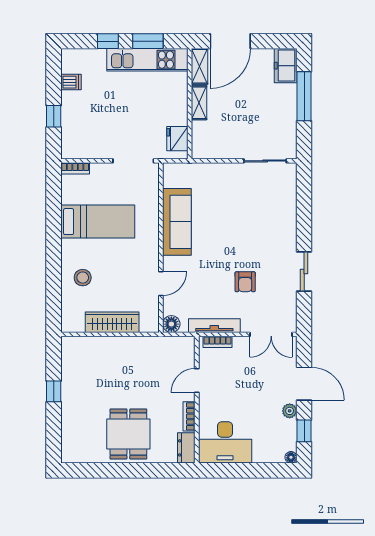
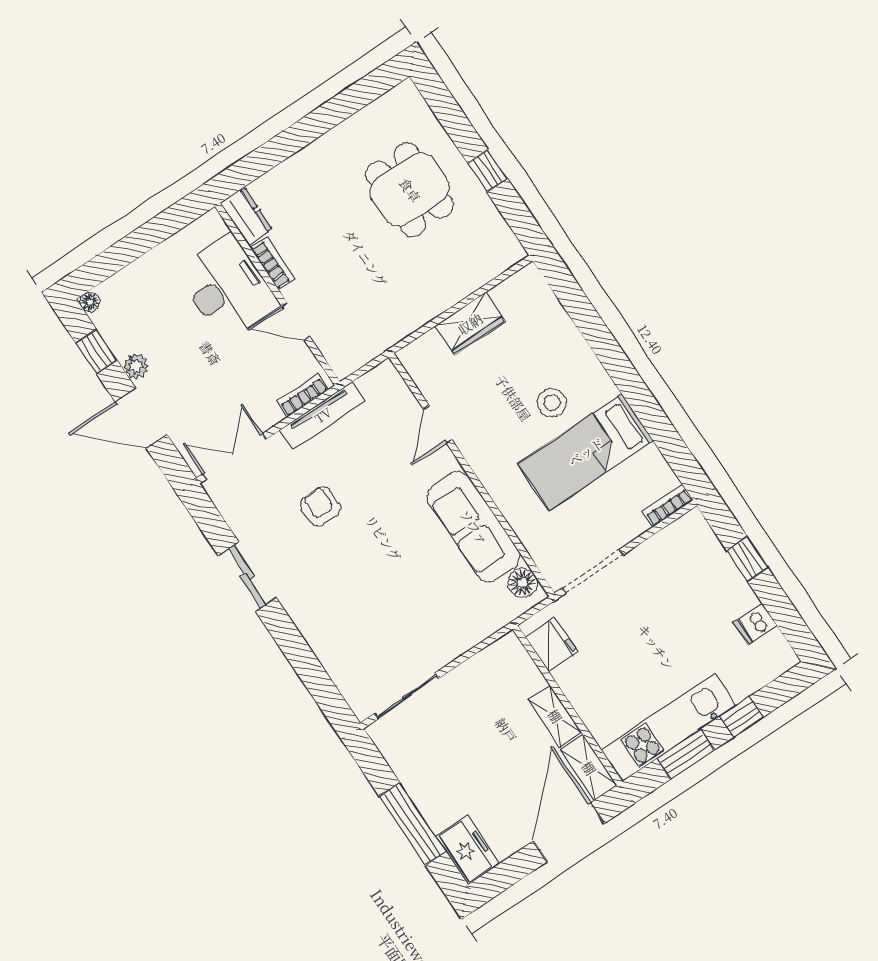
stool: (83, 278) -> (552, 403), moved
wardrobe: (112, 322) -> (470, 324), width x0.67
floor lamp: (171, 324) -> (523, 583), moved
door: (197, 381) -> (296, 321), swing flipped
dining table: (128, 434) -> (410, 190), moved
desk: (225, 442) -> (227, 288), moved, turned 90

